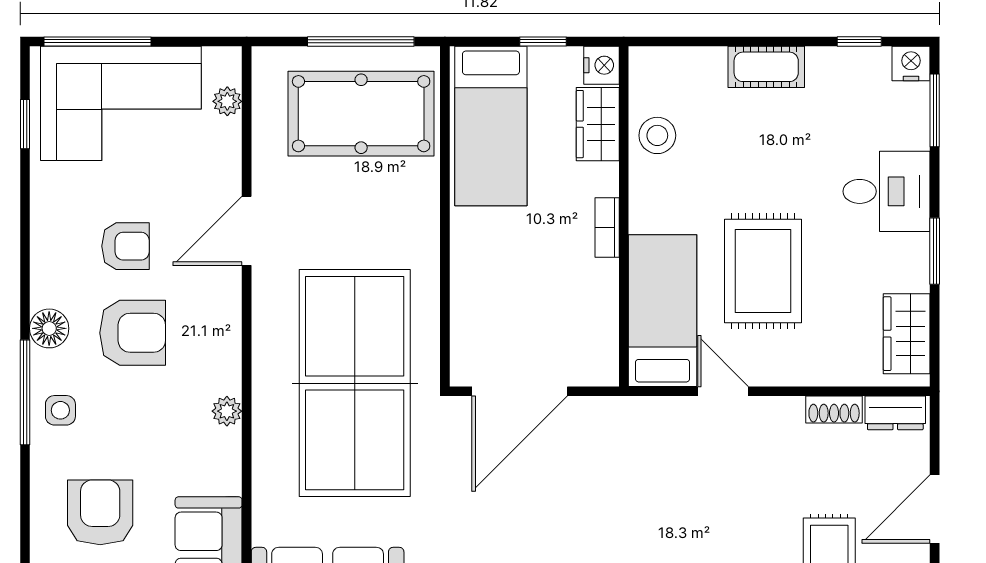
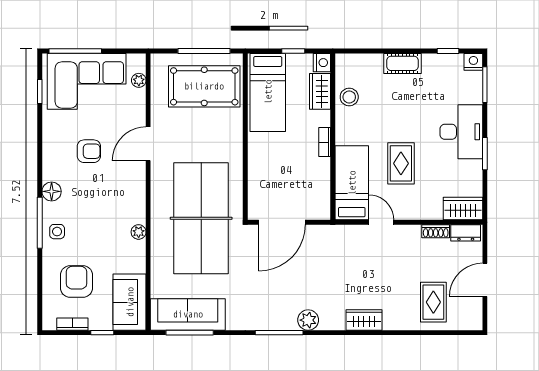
desk: (887, 191) -> (461, 132), width x1.37
rug: (763, 271) -> (401, 163), width x0.73, depth x0.70
armchair: (133, 333) -> (92, 194), removed
wardrobe: (907, 334) -> (463, 209), moved, turned 90

